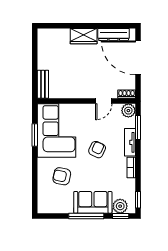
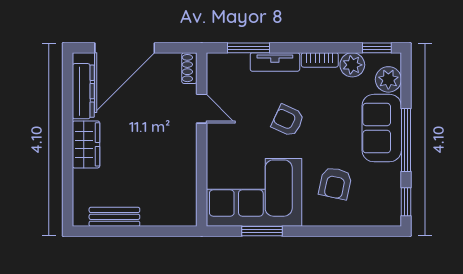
bench: (43, 84) -> (114, 217), moved
plant: (128, 111) -> (352, 65), moved
window: (121, 216) -> (406, 202), moved

